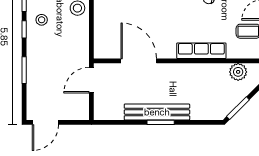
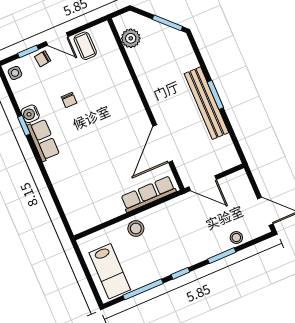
stool: (42, 20) -> (236, 238), moved
row of seats: (201, 51) -> (148, 194), moved, turned 90

